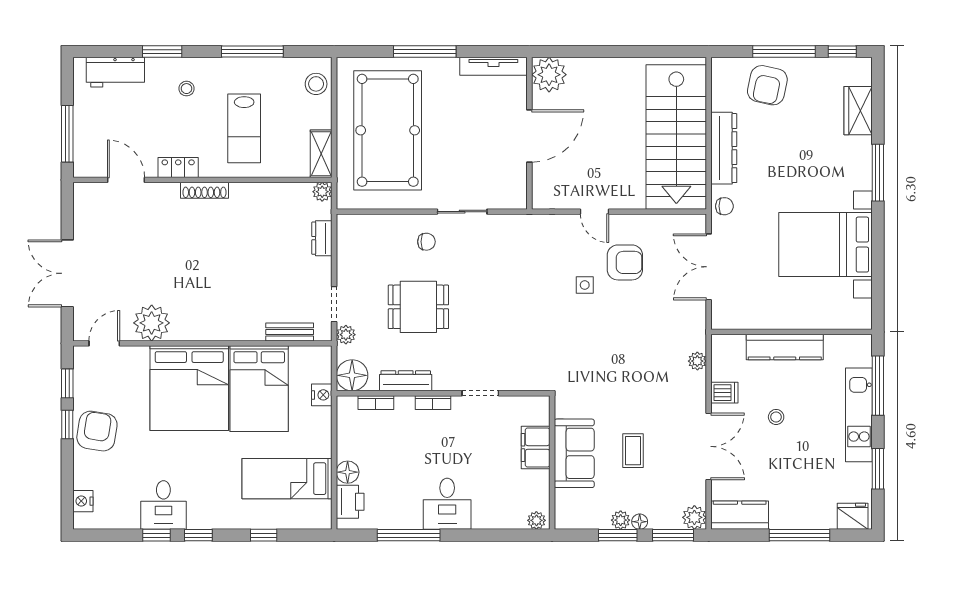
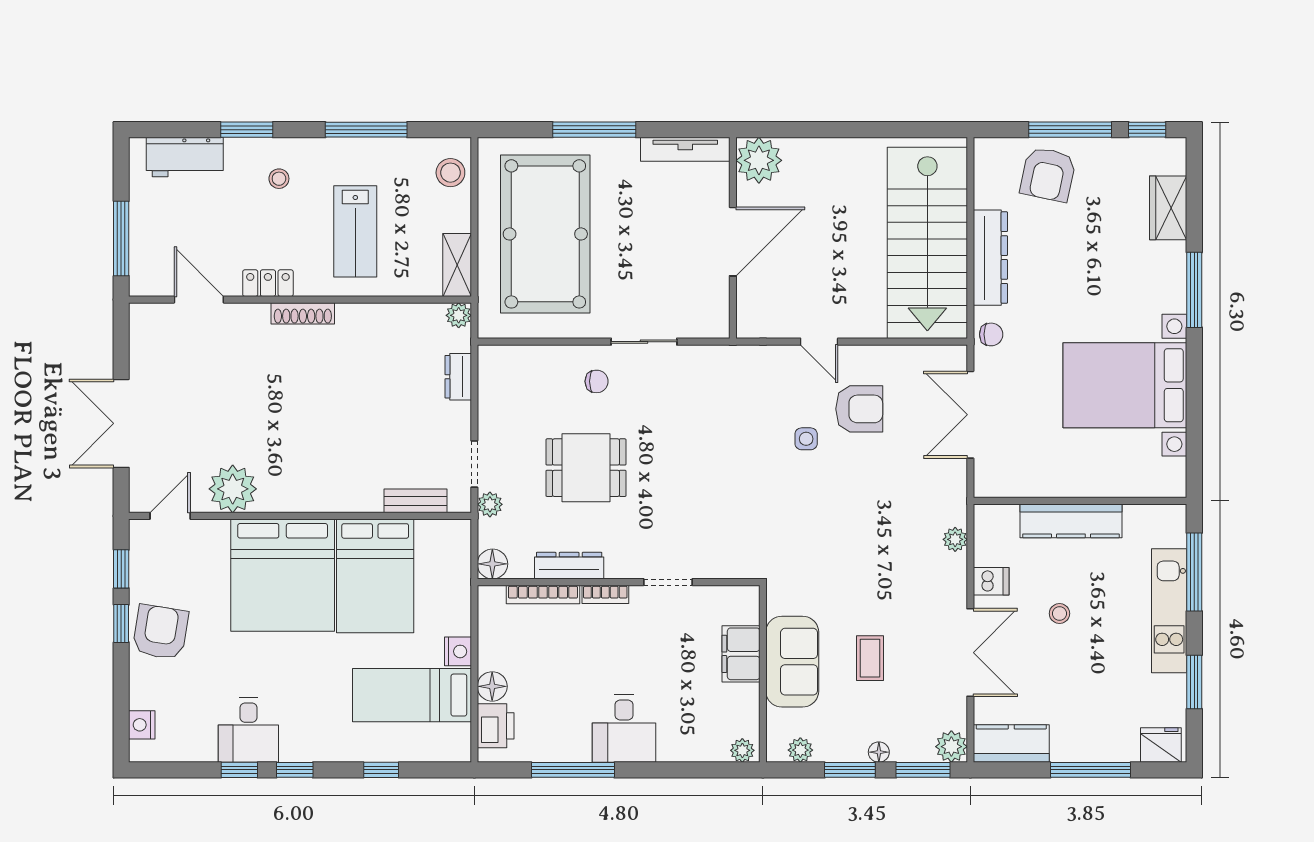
floor lamp: (352, 375) -> (492, 564), width x0.73, depth x0.73
nightstand: (322, 395) -> (458, 651), moved
bookcase: (376, 403) -> (543, 594), width x1.56
plant: (621, 520) -> (800, 750), moved

